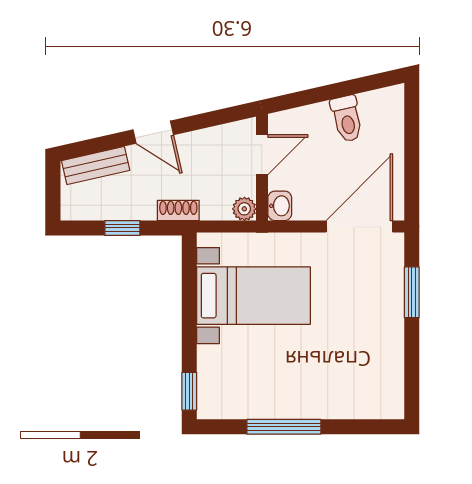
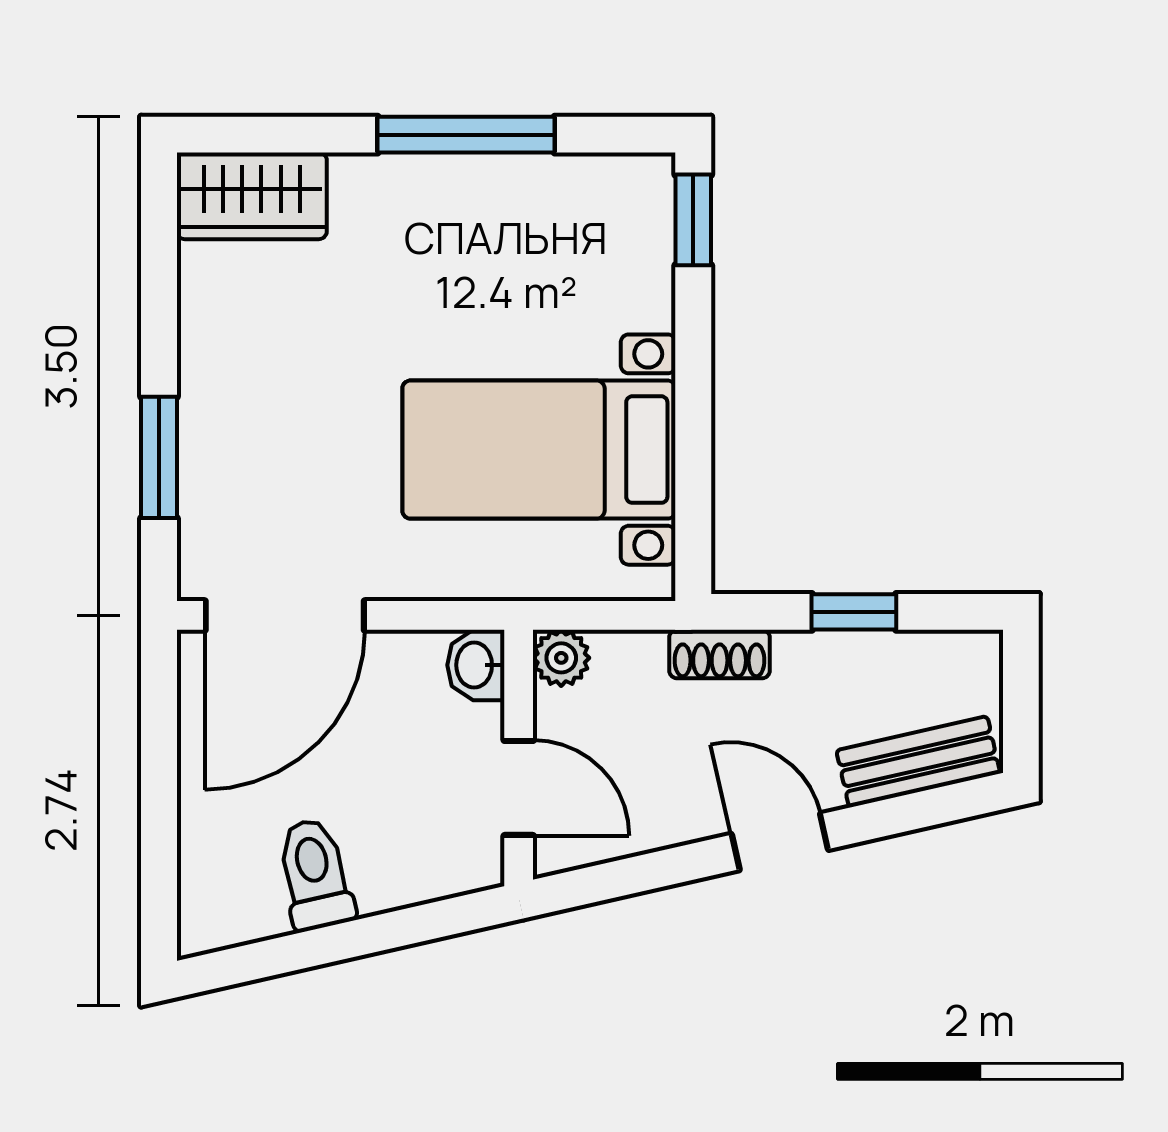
door: (262, 155) -> (519, 788), swing flipped
wardrobe: (373, 401) -> (252, 196), added

